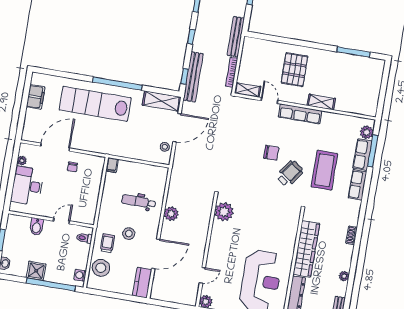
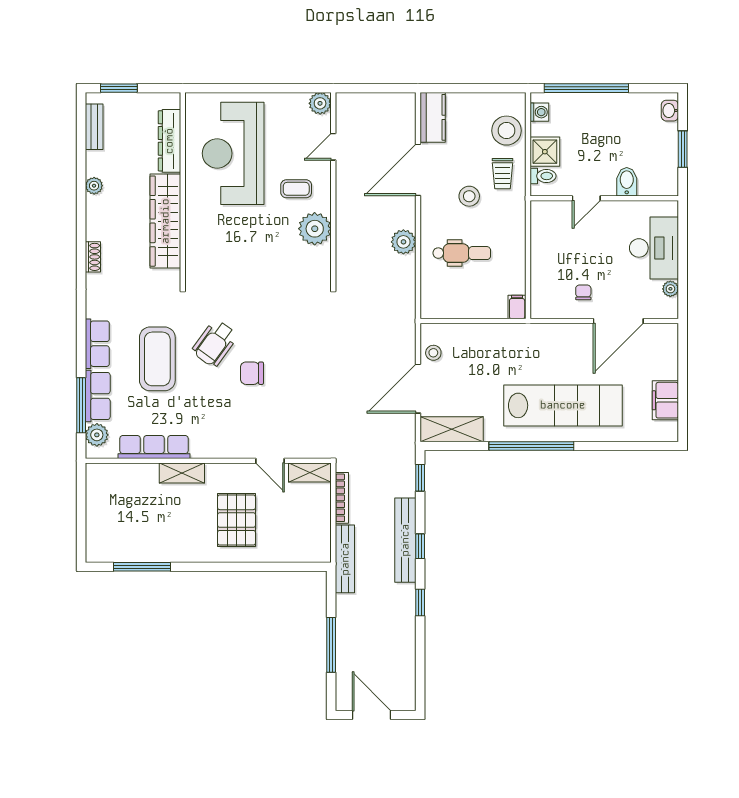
bench: (193, 77) -> (405, 540), moved
row of seats: (300, 114) -> (154, 447), moved
plant: (224, 212) -> (315, 229), moved
coffee table: (228, 255) -> (296, 189), added
shower: (36, 271) -> (545, 152), moved

